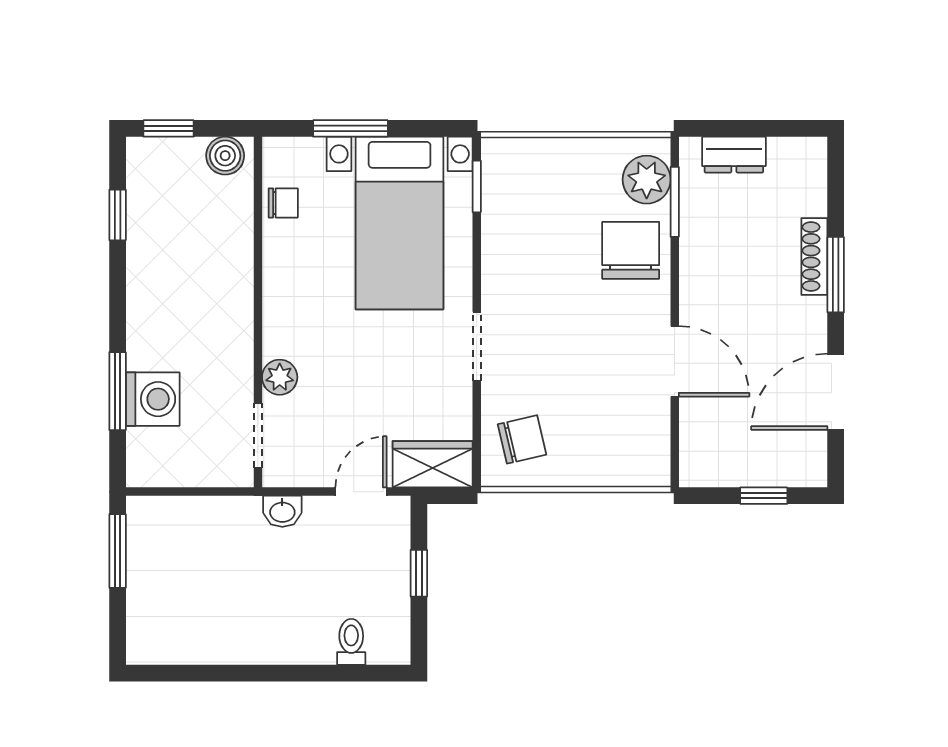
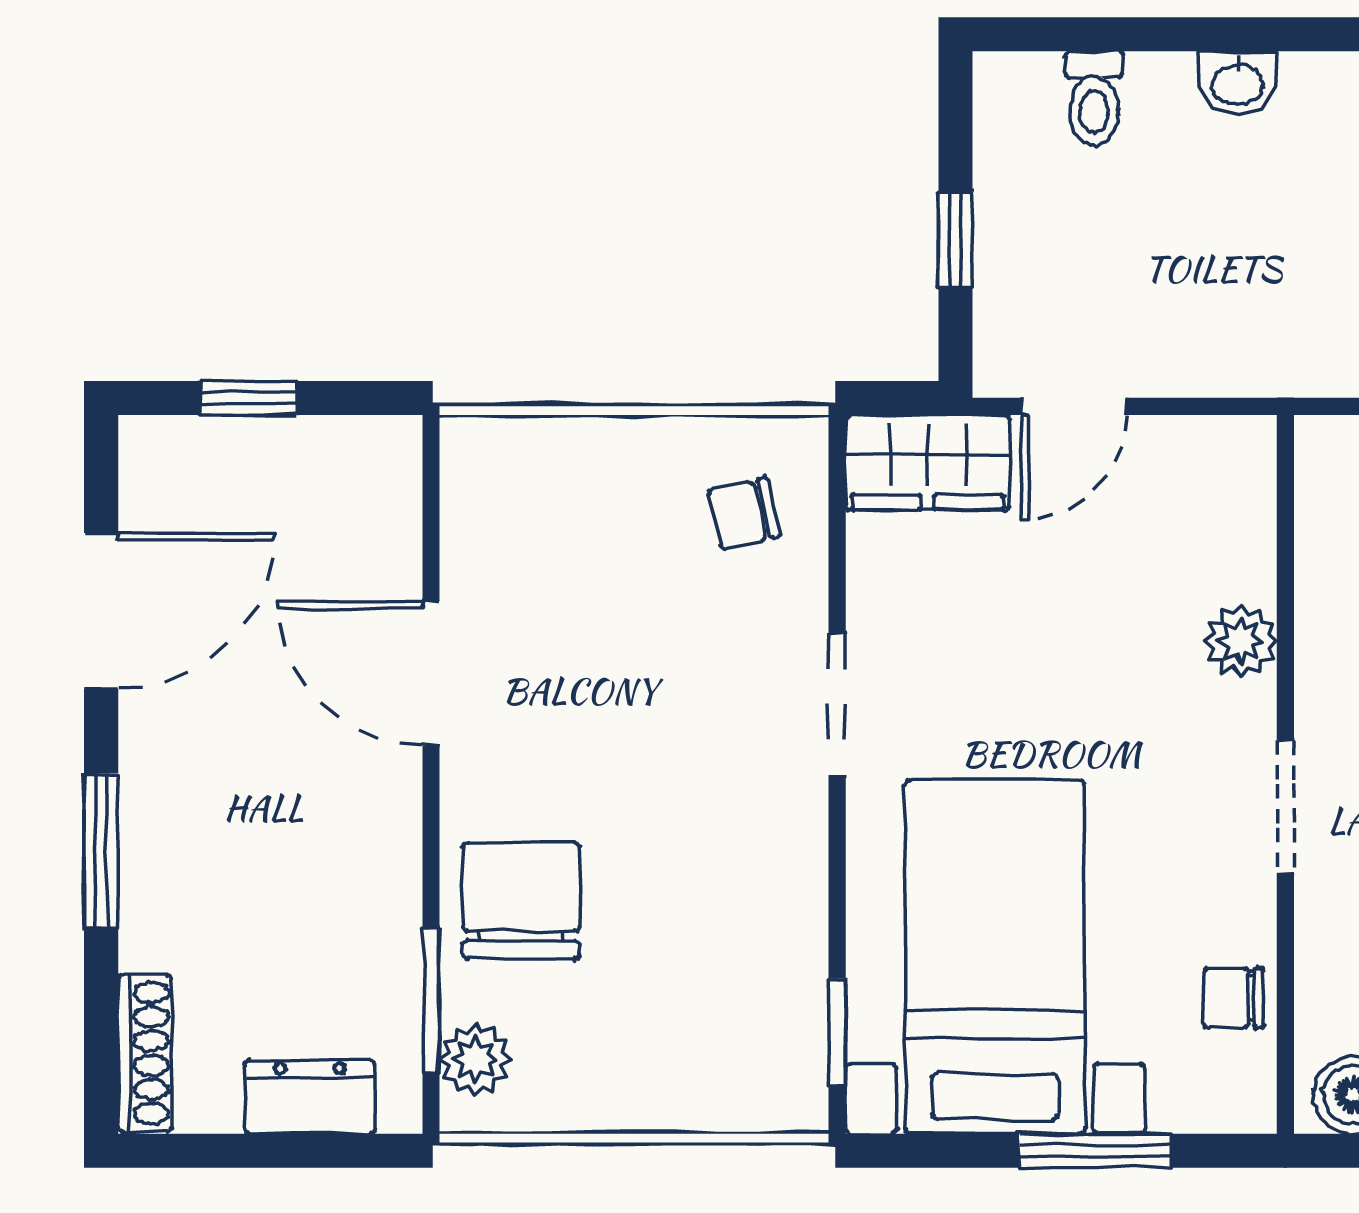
plant: (647, 180) -> (475, 1059), width x0.73, depth x0.73
chair: (631, 250) -> (521, 901), turned 180
shoe rack: (814, 256) -> (145, 1053), moved
doorway: (258, 435) -> (1285, 807), moved
chair: (522, 439) -> (744, 513), width x0.73, depth x0.73
washbasin: (282, 511) -> (1238, 83), moved, turned 180

